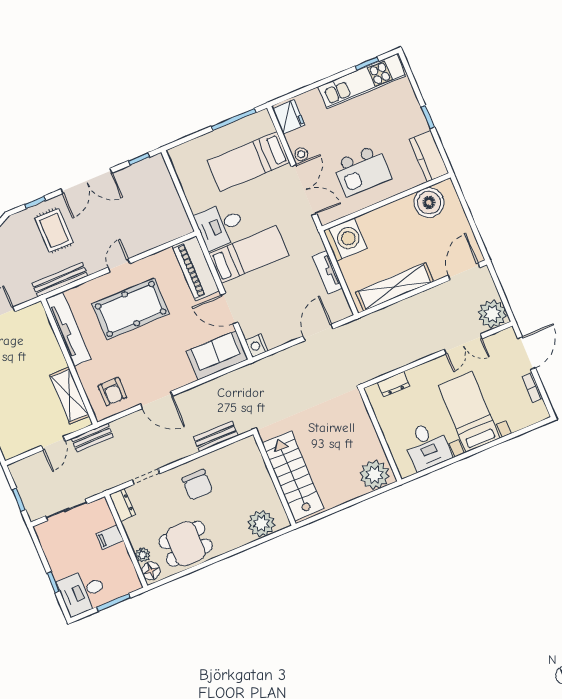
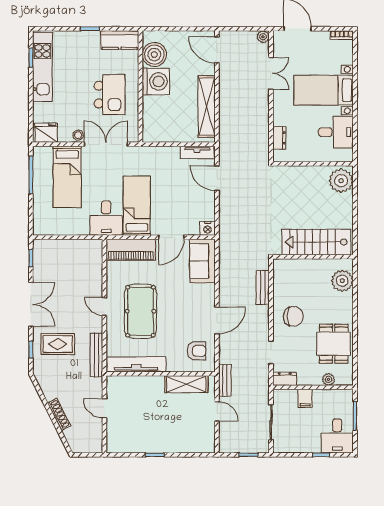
washing machine: (345, 239) -> (156, 81), moved, turned 90
tv unit: (327, 272) -> (197, 153), moved
plant: (492, 314) -> (263, 37), width x0.53, depth x0.53
bookcase: (532, 388) -> (342, 35), moved
floor lamp: (151, 571) -> (343, 378), removed

